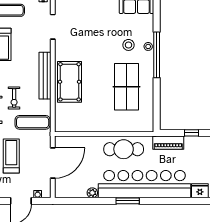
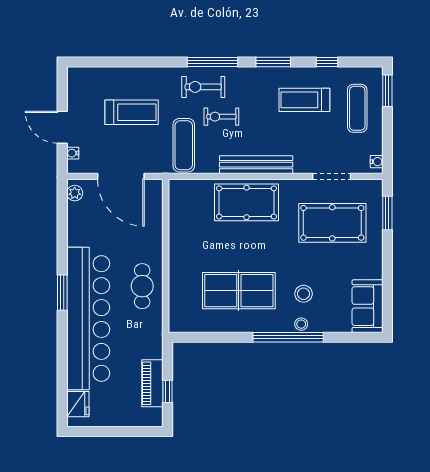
pool table: (83, 26) -> (332, 223), added
piano: (168, 143) -> (152, 383), moved
cafe table: (124, 149) -> (142, 286), width x0.73, depth x0.74
plant: (92, 193) -> (75, 193), moved

